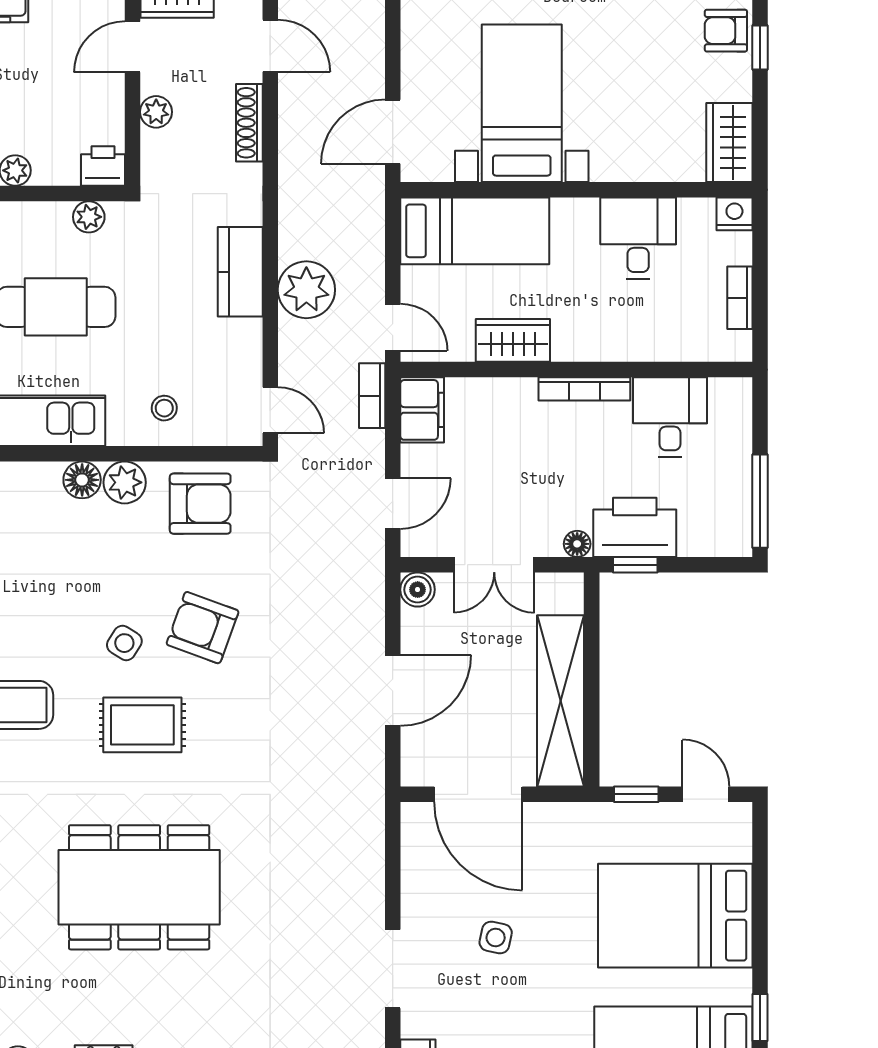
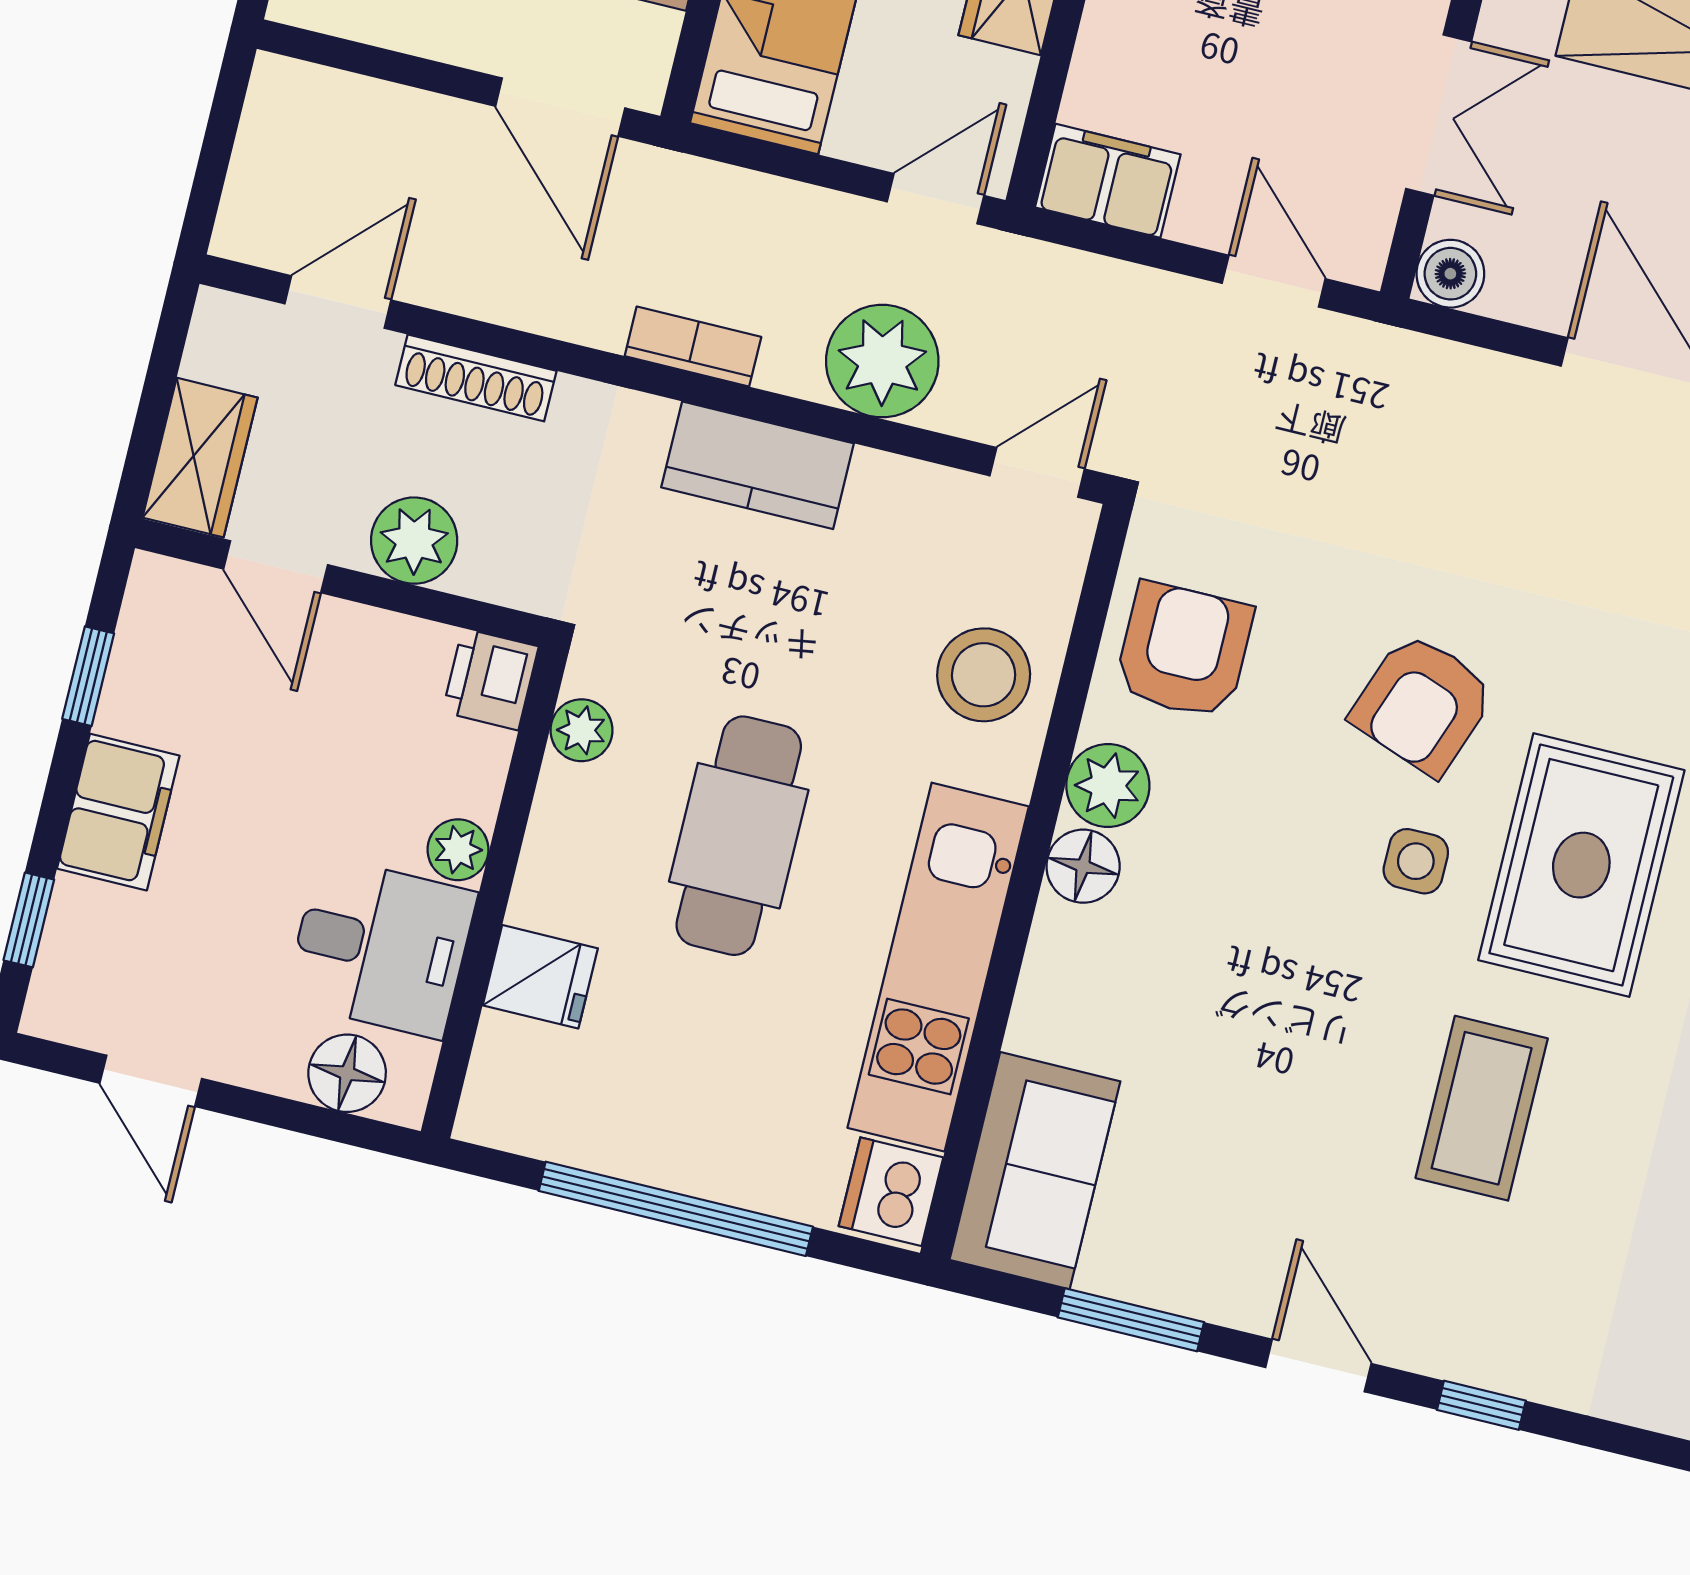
plant: (156, 112) -> (414, 541), width x1.38, depth x1.38
plant: (306, 290) -> (882, 361), moved
bookcase: (372, 396) -> (693, 346), moved, turned 180
stool: (164, 408) -> (984, 675), width x1.89, depth x1.89
side table: (124, 643) -> (1416, 861), turned -32
rug: (142, 725) -> (1581, 865), width x1.36, depth x1.43

